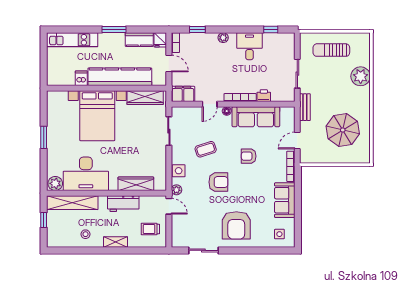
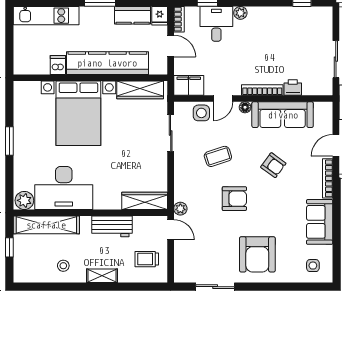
desk: (249, 46) -> (216, 24), moved
armchair: (249, 156) -> (273, 165), turned -144
side table: (179, 171) -> (201, 113), moved
wardrobe: (136, 184) -> (145, 201), moved

